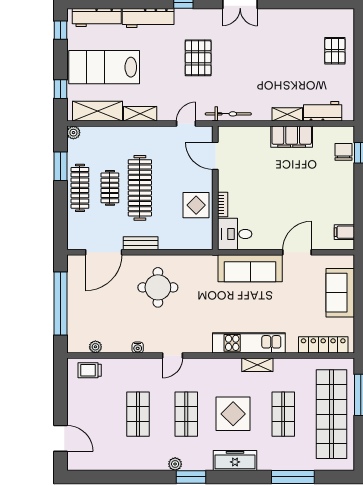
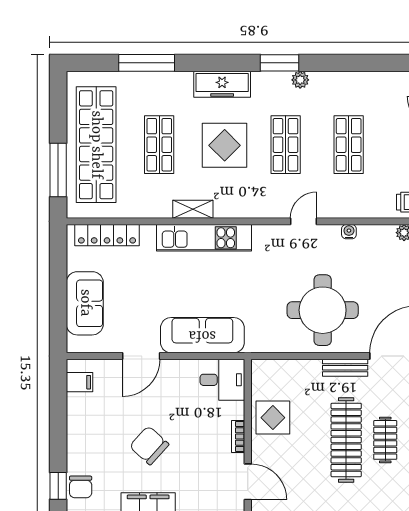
chair: (291, 184) -> (149, 445), added
bookcase: (223, 204) -> (238, 437), moved
round table: (158, 287) -> (323, 310), width x1.36, depth x1.36

